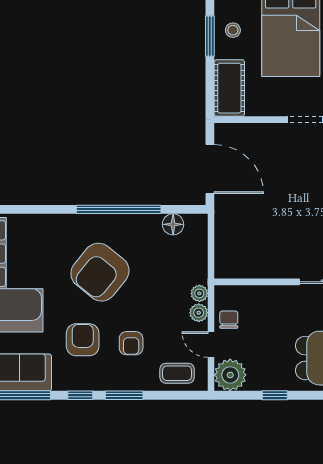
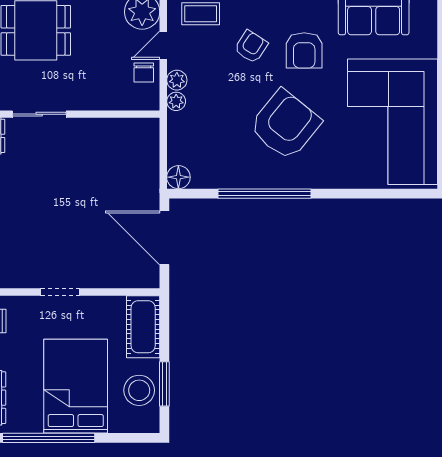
stool: (233, 30) -> (139, 390), width x1.89, depth x1.89
floor lamp: (173, 224) -> (178, 177), moved
armchair: (131, 343) -> (251, 47), turned 33
door: (211, 344) -> (163, 45), swing flipped

